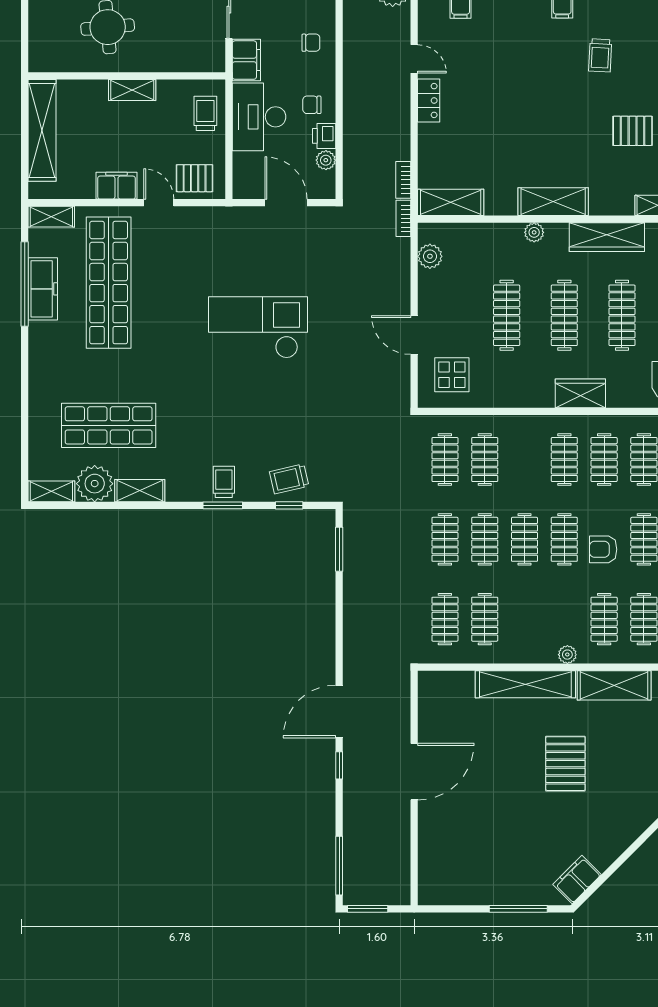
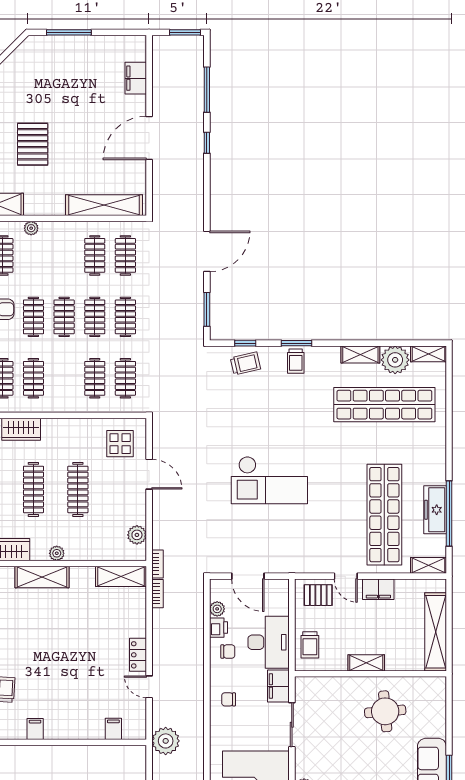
shop shelf: (109, 425) -> (384, 405), width x1.40
shelving: (525, 684) -> (104, 205), moved
door: (339, 712) -> (207, 251), moved
window: (339, 866) -> (207, 90), moved
filing cabinet: (577, 880) -> (136, 78), moved, turned 135

